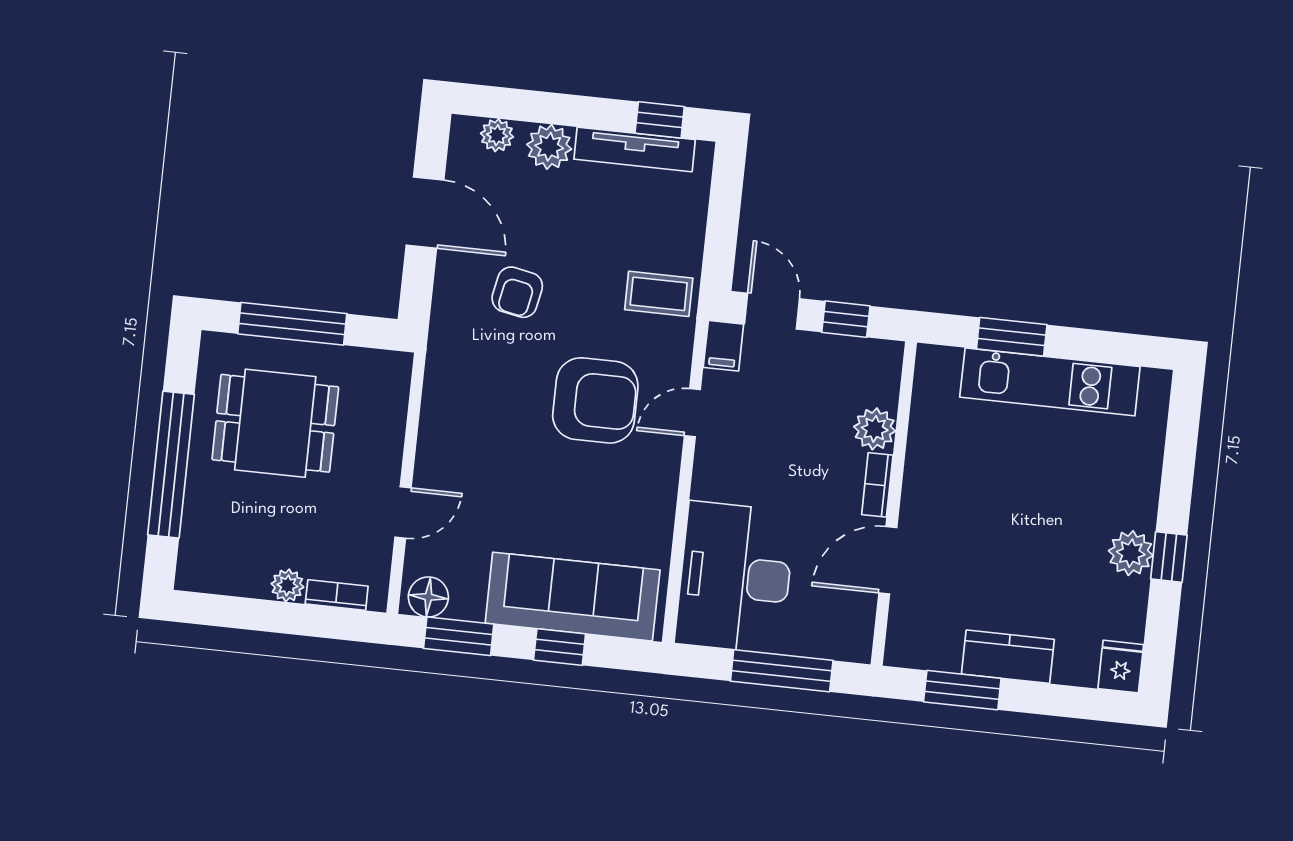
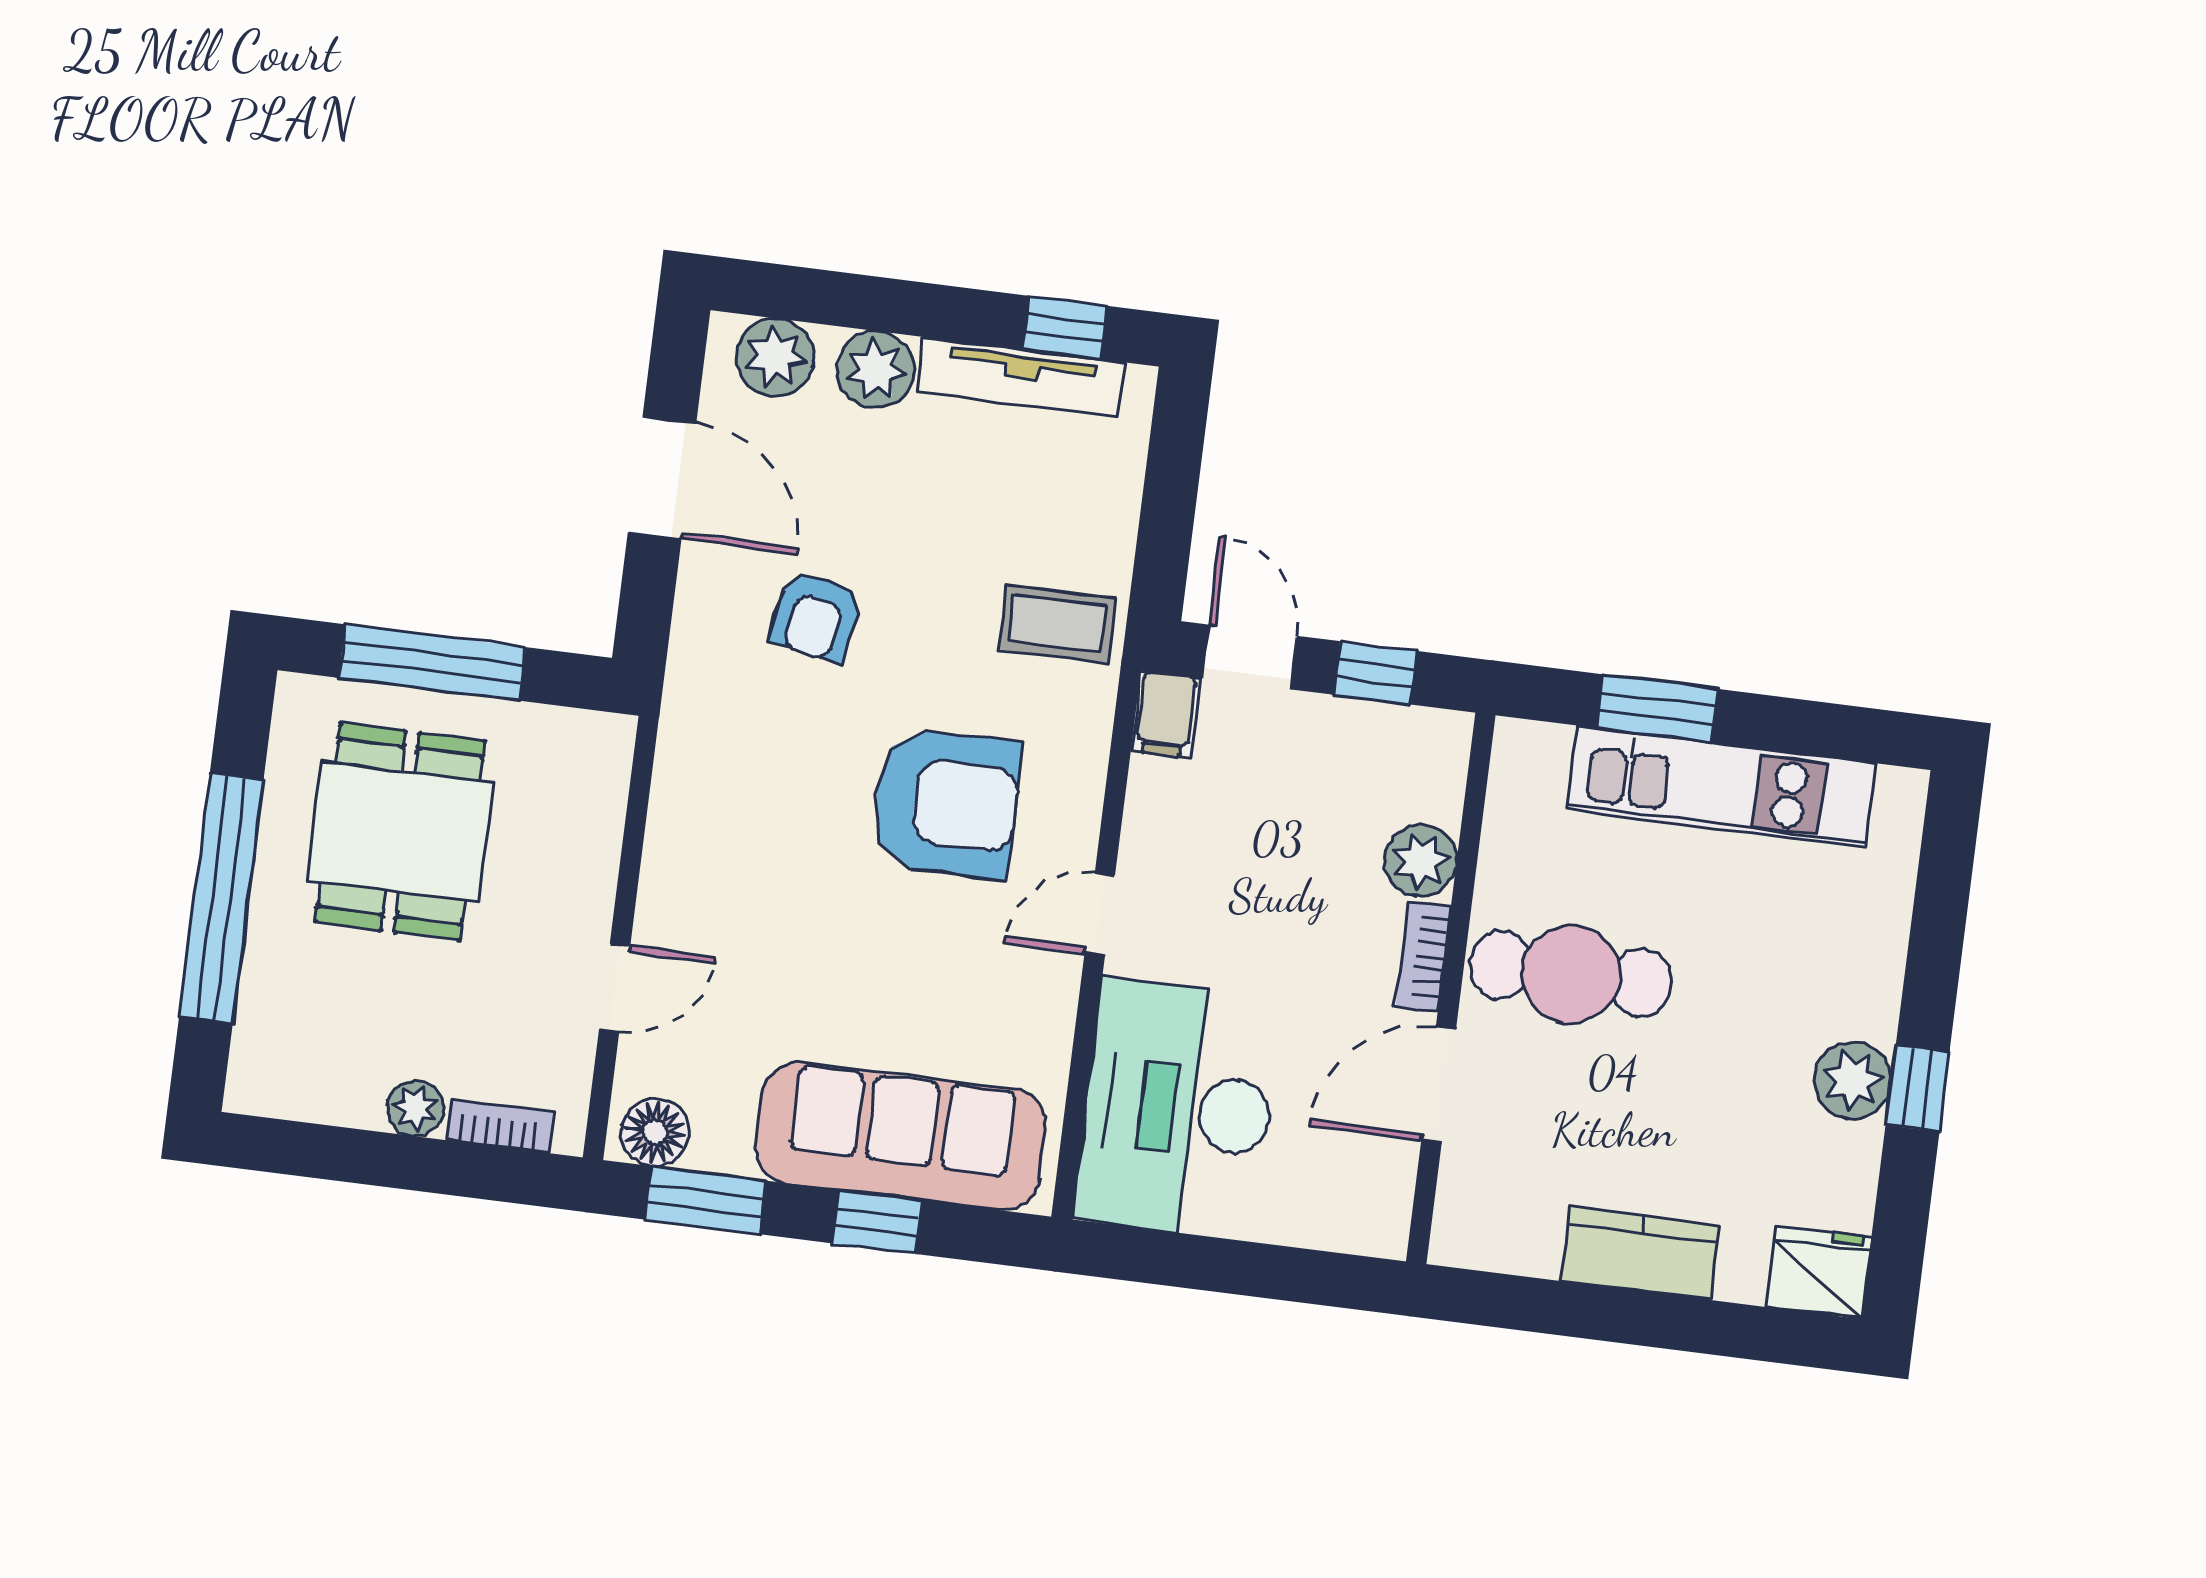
plant: (497, 135) -> (775, 357), width x1.38, depth x1.38
door: (692, 413) -> (1100, 914), moved
dining table: (275, 423) -> (400, 831), turned 90
cafe table: (964, 494) -> (1571, 974), added
fridge: (1121, 667) -> (1819, 1272), width x1.38
window: (782, 671) -> (1254, 1270), removed
window: (962, 690) -> (1561, 1308), removed

